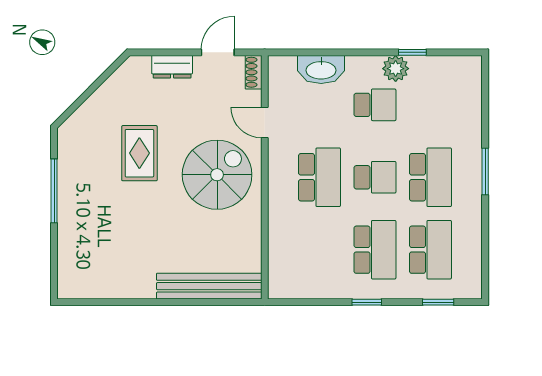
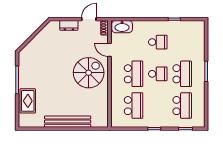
washbasin: (321, 69) -> (122, 27), moved
plant: (396, 69) -> (167, 26), removed
rug: (139, 153) -> (28, 101), moved
school desk: (375, 250) -> (133, 106), moved
bench: (209, 286) -> (68, 122), moved

